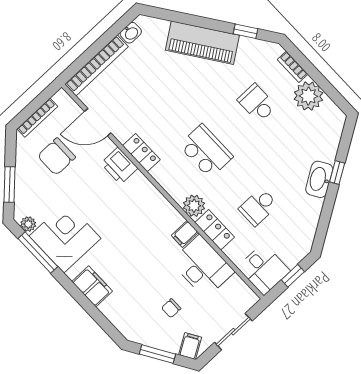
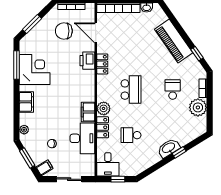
plant: (28, 224) -> (24, 130), moved
filing cabinet: (185, 234) -> (88, 112), width x2.00

